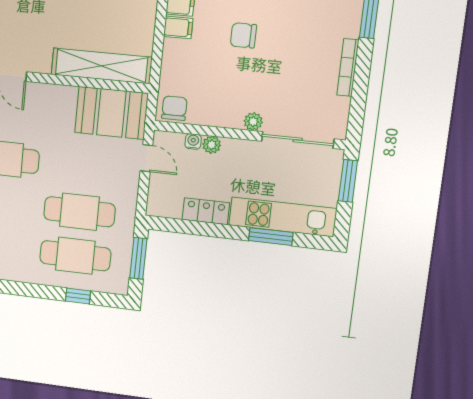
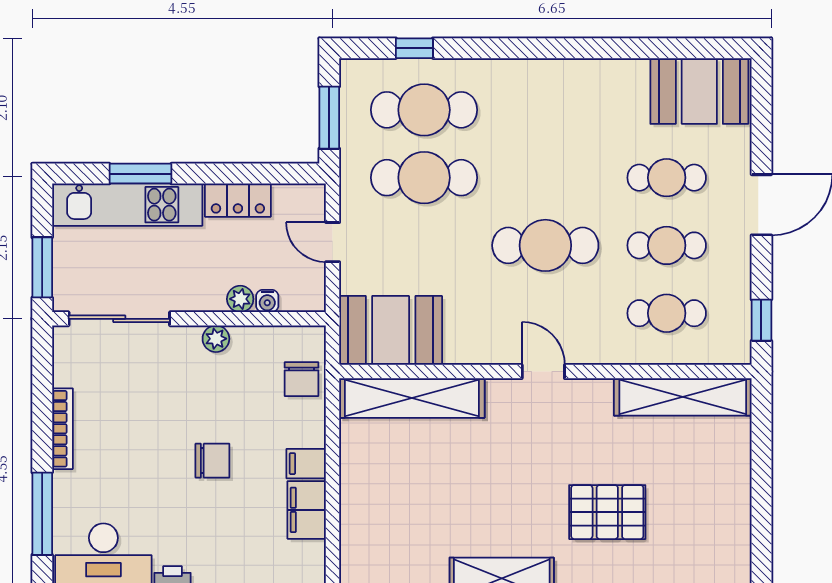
chair: (174, 108) -> (302, 379), moved
plant: (253, 122) -> (216, 339), moved
door: (146, 158) -> (333, 242), moved

